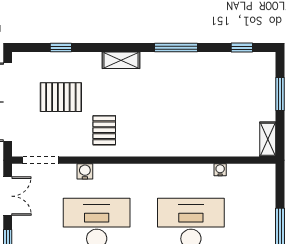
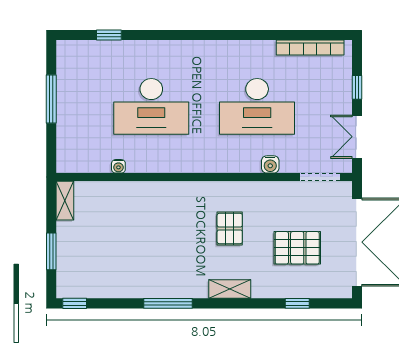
window: (242, 48) -> (75, 303), moved
pallet: (104, 130) -> (230, 228), moved

